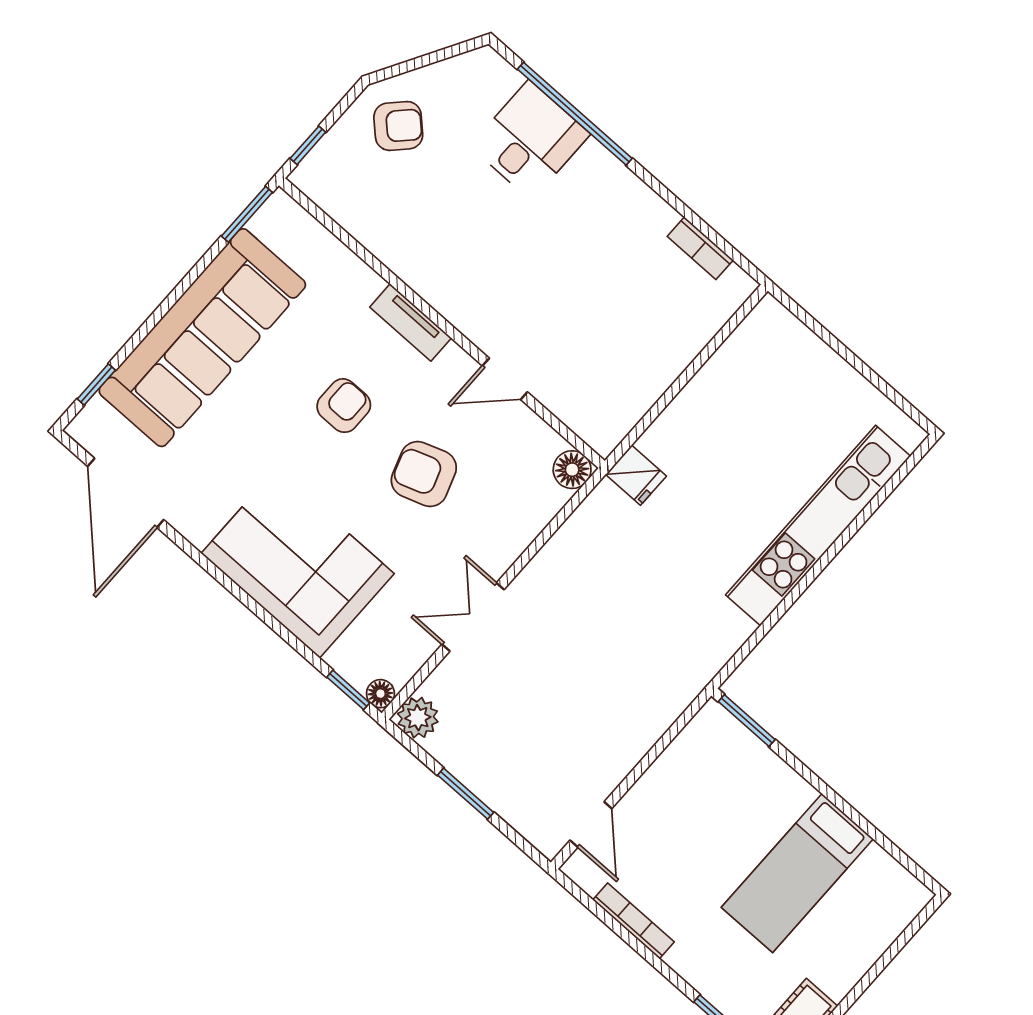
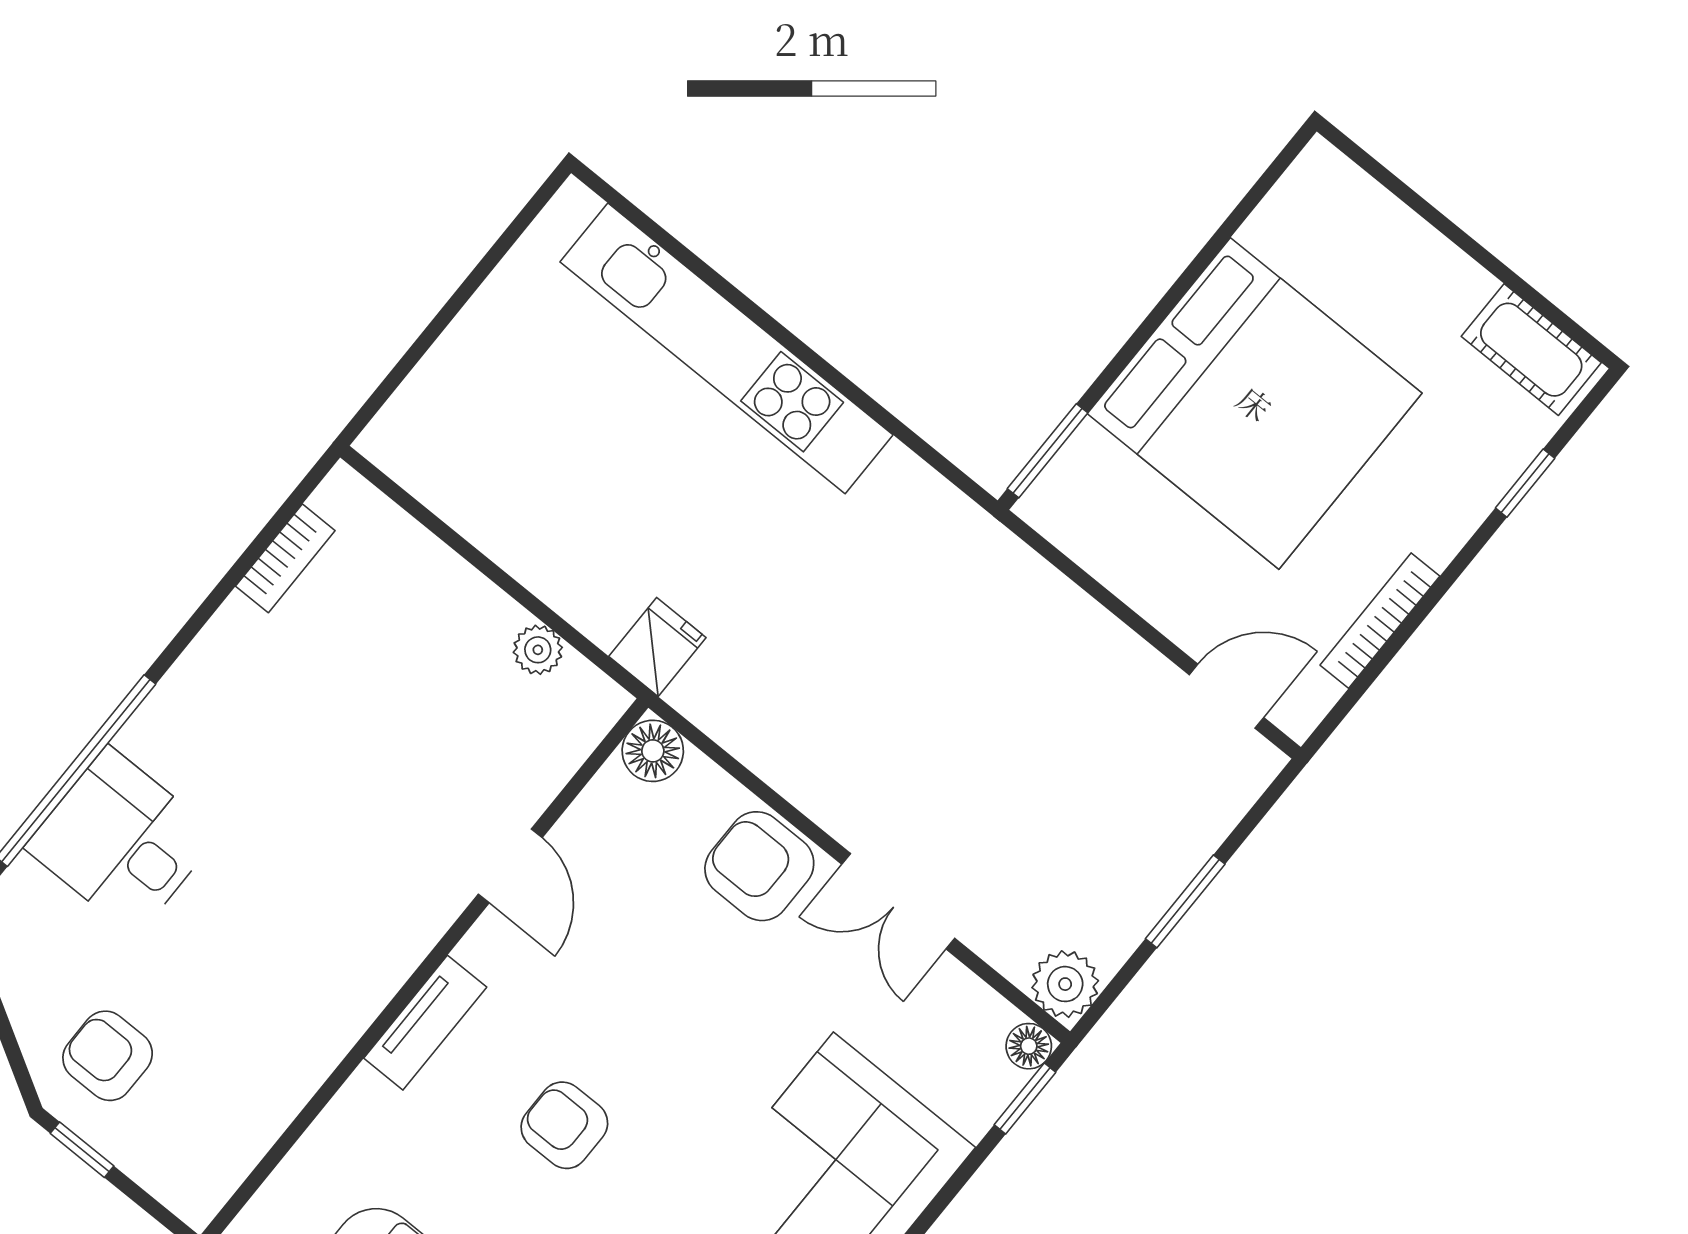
armchair: (398, 126) -> (108, 1056), turned -44
window: (308, 145) -> (82, 1150), moved
plant: (637, 401) -> (538, 650), added
armchair: (424, 474) -> (759, 866), moved, turned 109
bed: (797, 873) -> (1255, 403), width x2.04

